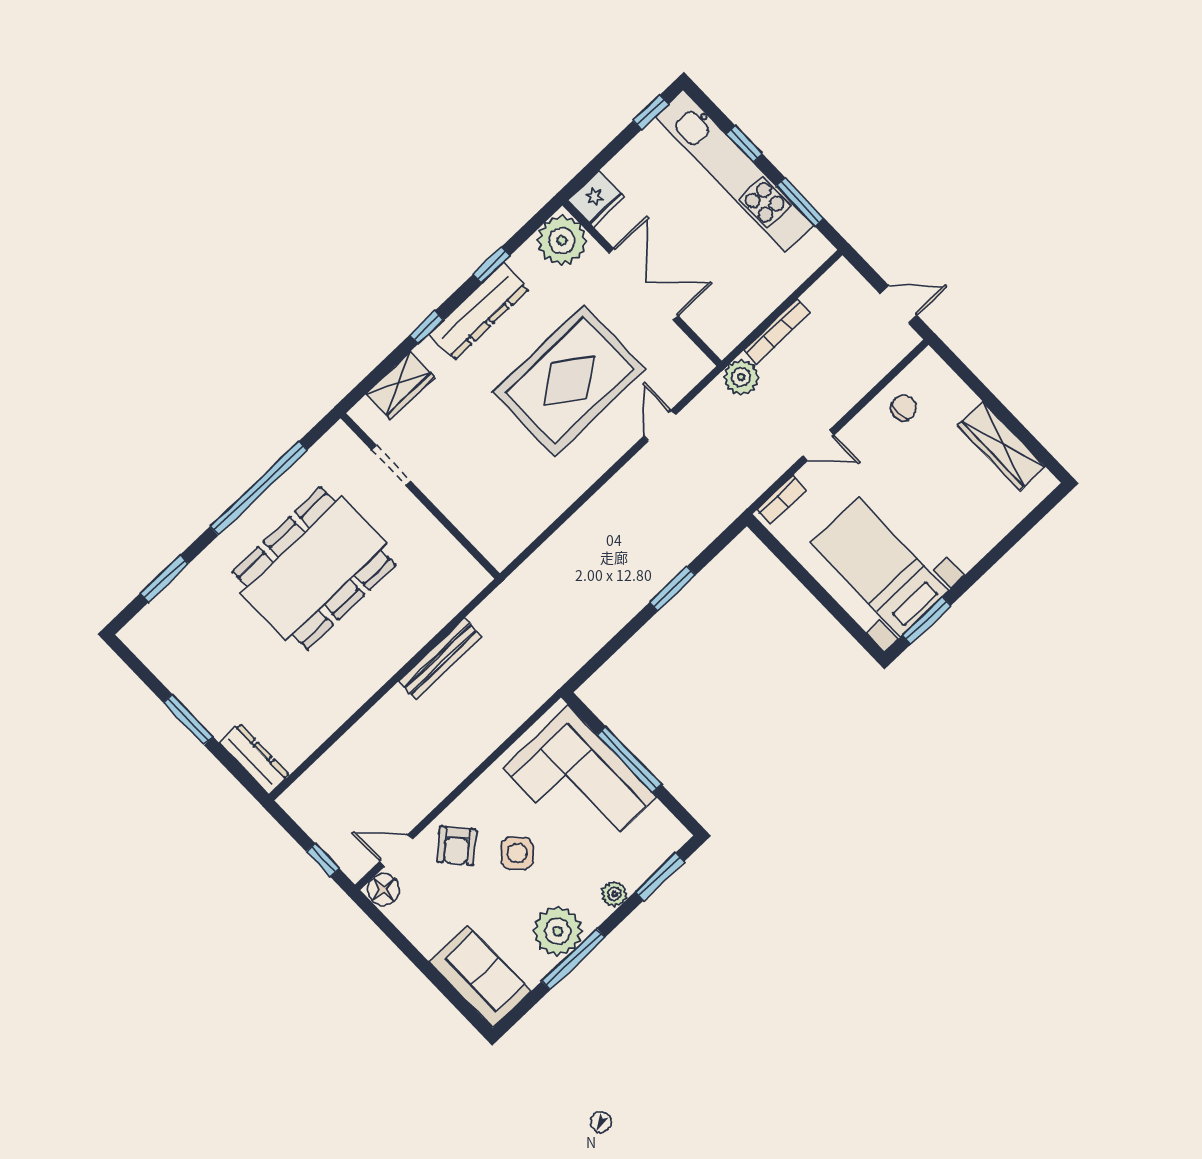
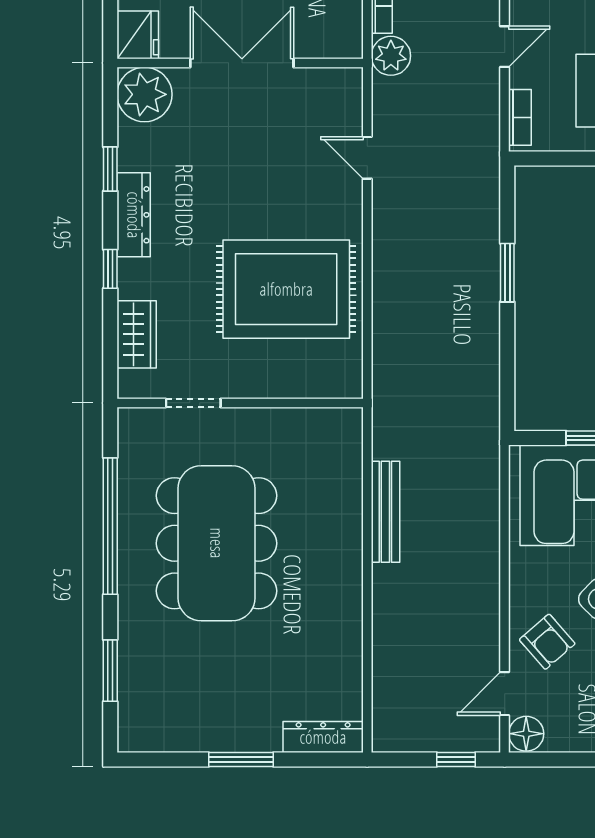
dresser: (479, 311) -> (134, 215), width x0.73, depth x0.80
rug: (569, 381) -> (286, 289), moved, turned 90

